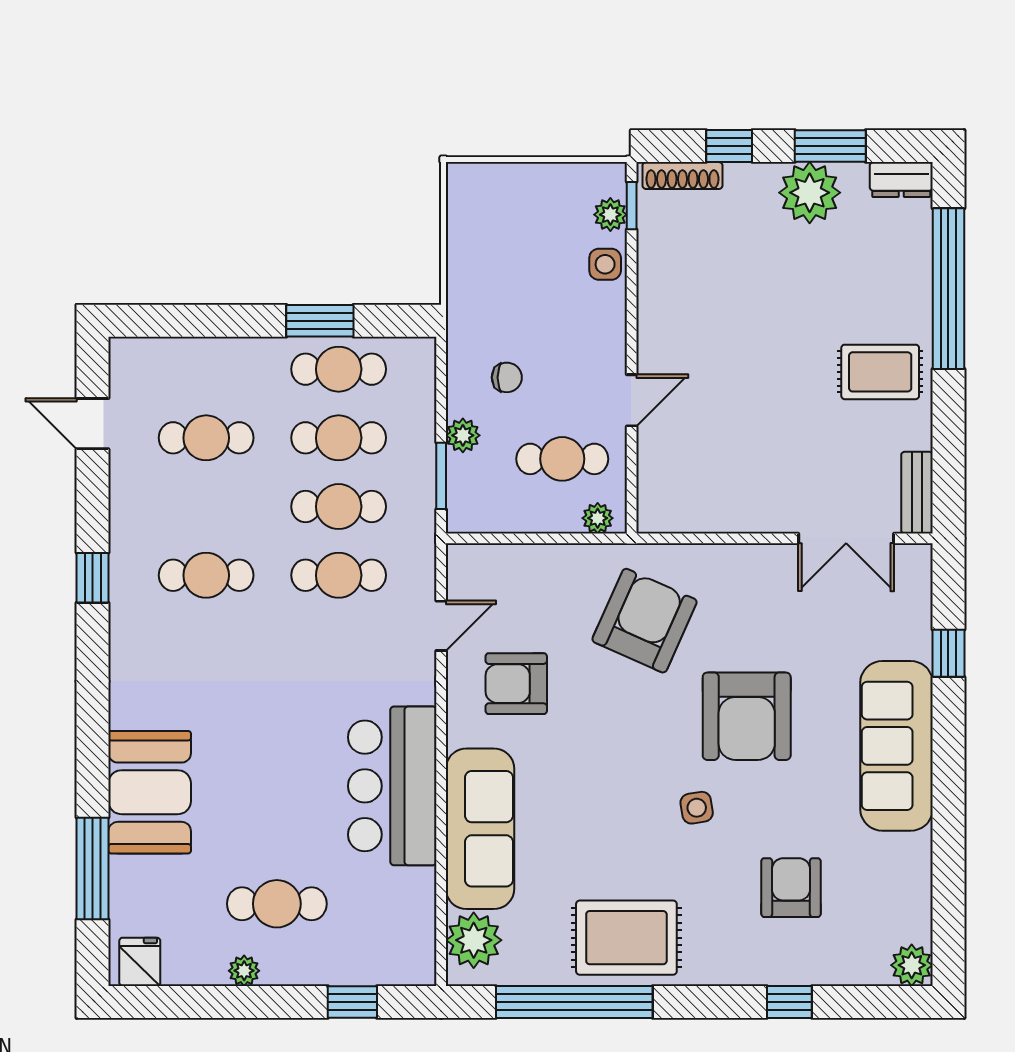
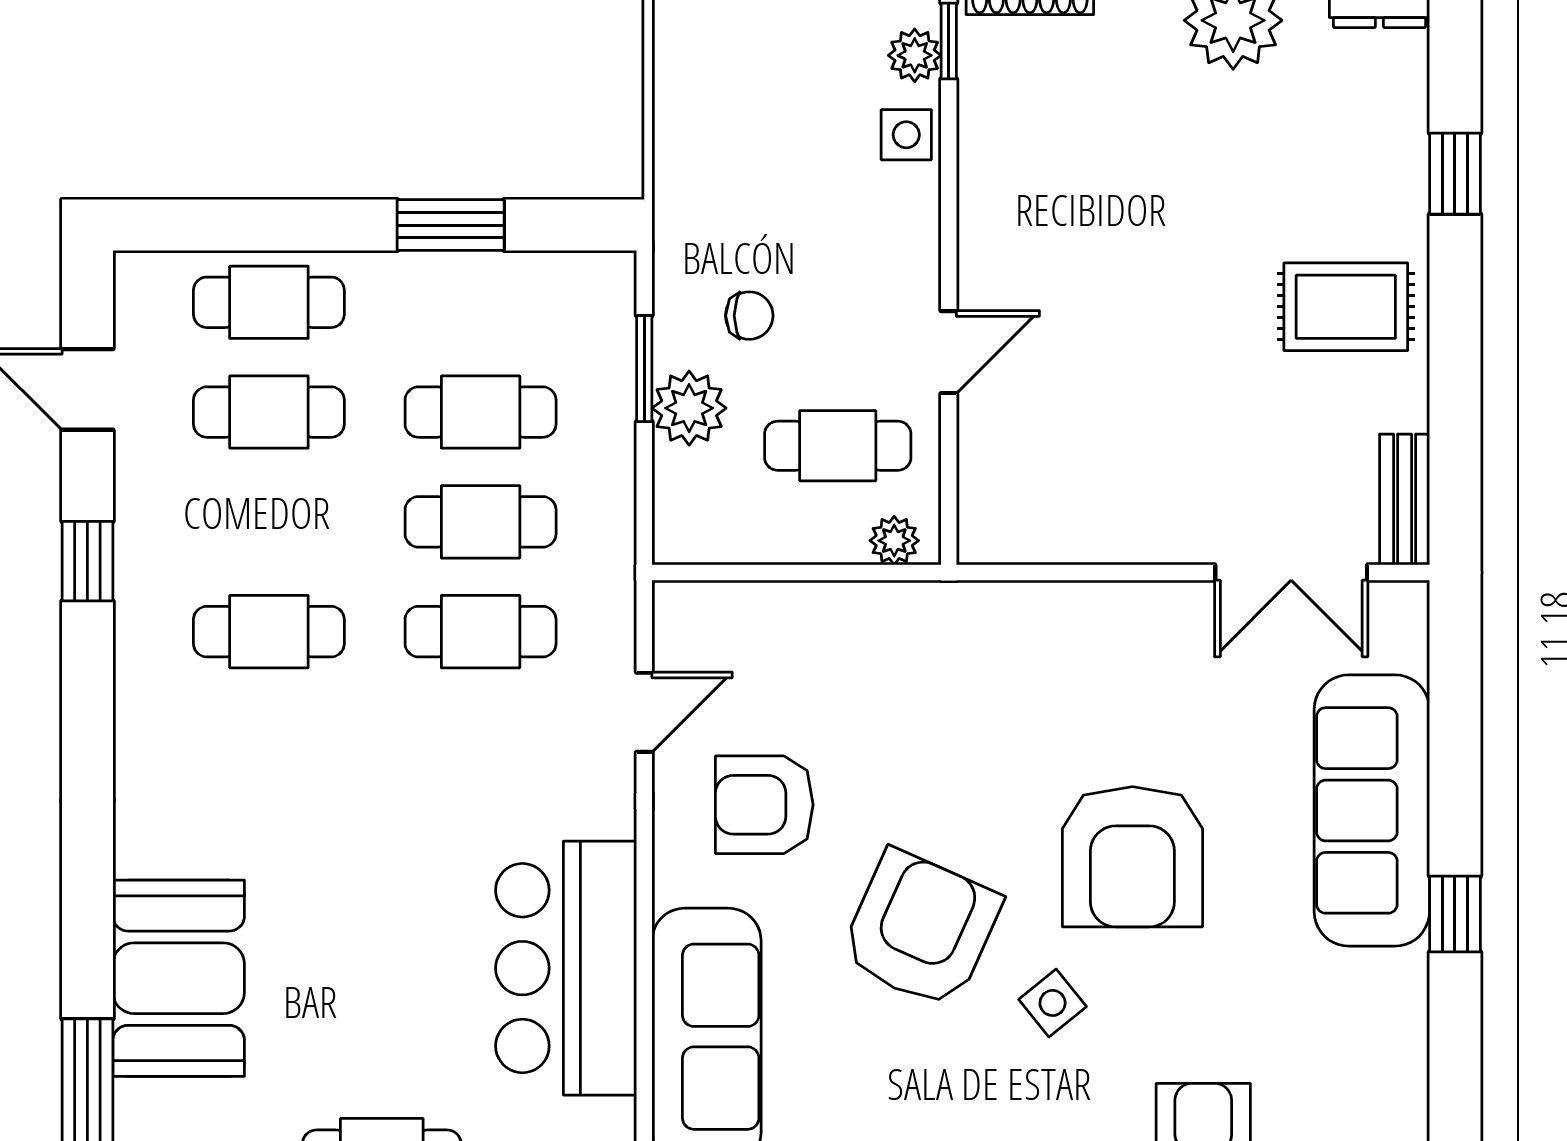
window: (948, 289) -> (1455, 174), width x0.32
cafe table: (339, 369) -> (269, 302), moved
plant: (463, 435) -> (689, 408), width x1.38, depth x1.38
window: (441, 476) -> (644, 369), moved
window: (93, 578) -> (87, 561), moved
armchair: (645, 621) -> (921, 929), moved
window: (948, 653) -> (1455, 914), moved
sofa: (897, 746) -> (1372, 810), moved
side table: (697, 808) -> (1053, 1003), turned -30

